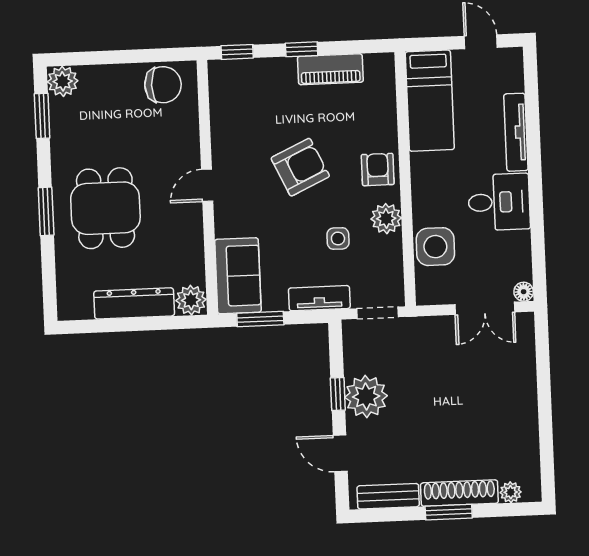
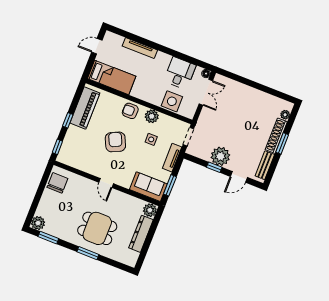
piano: (330, 69) -> (85, 108), width x1.37, depth x1.33
desk: (499, 202) -> (180, 73), moved

